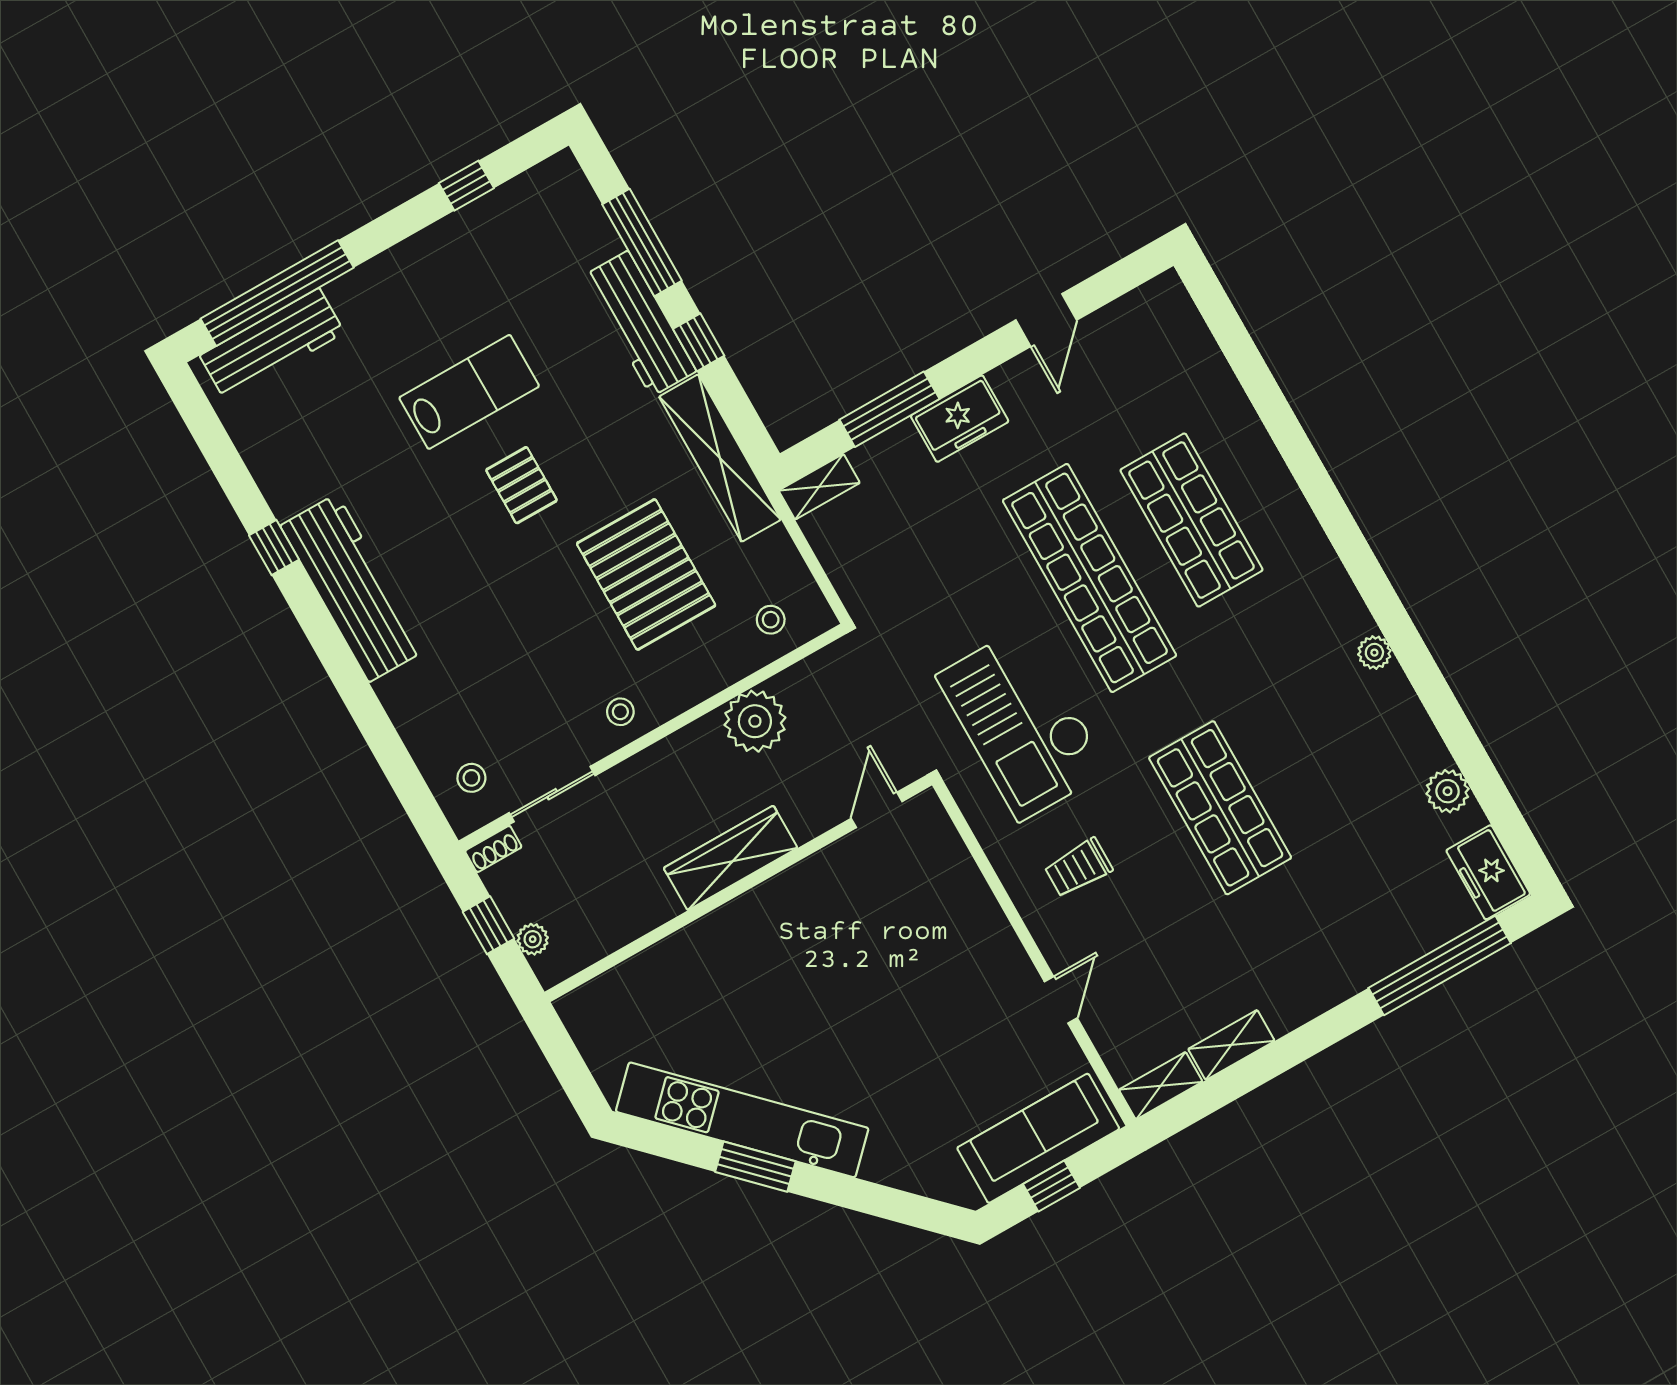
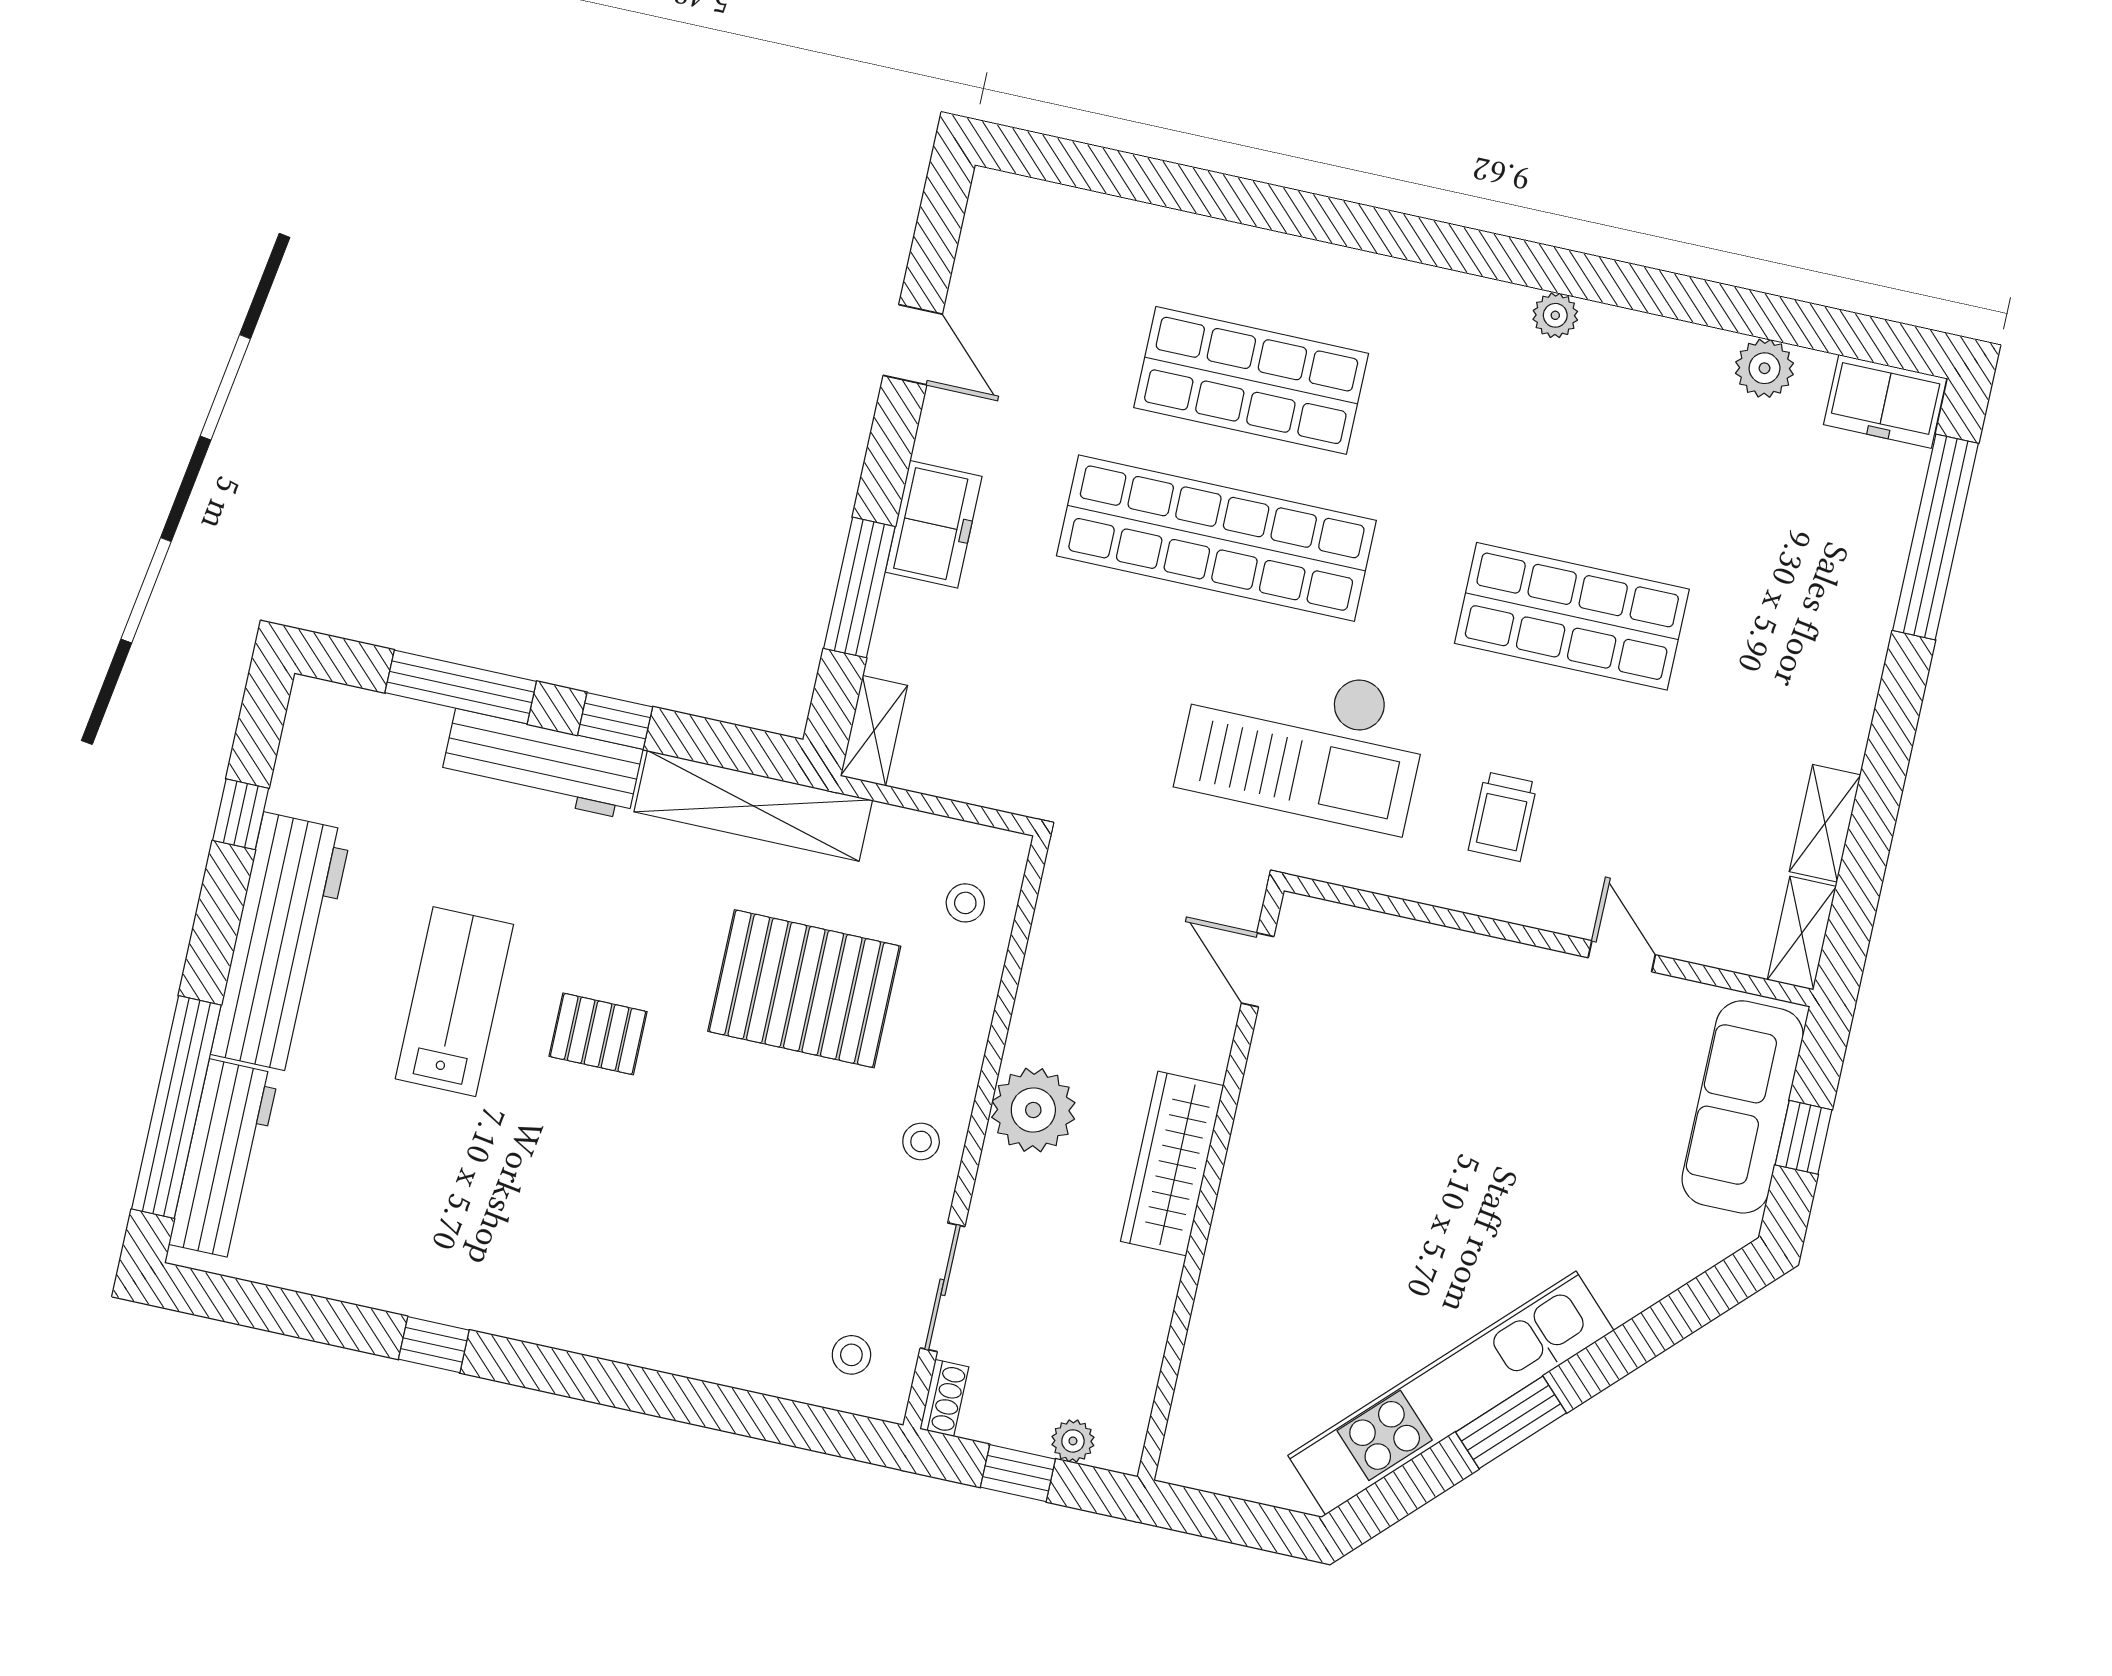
workbench: (353, 588) -> (281, 943), moved, turned 90
plant: (755, 721) -> (1033, 1110), moved

